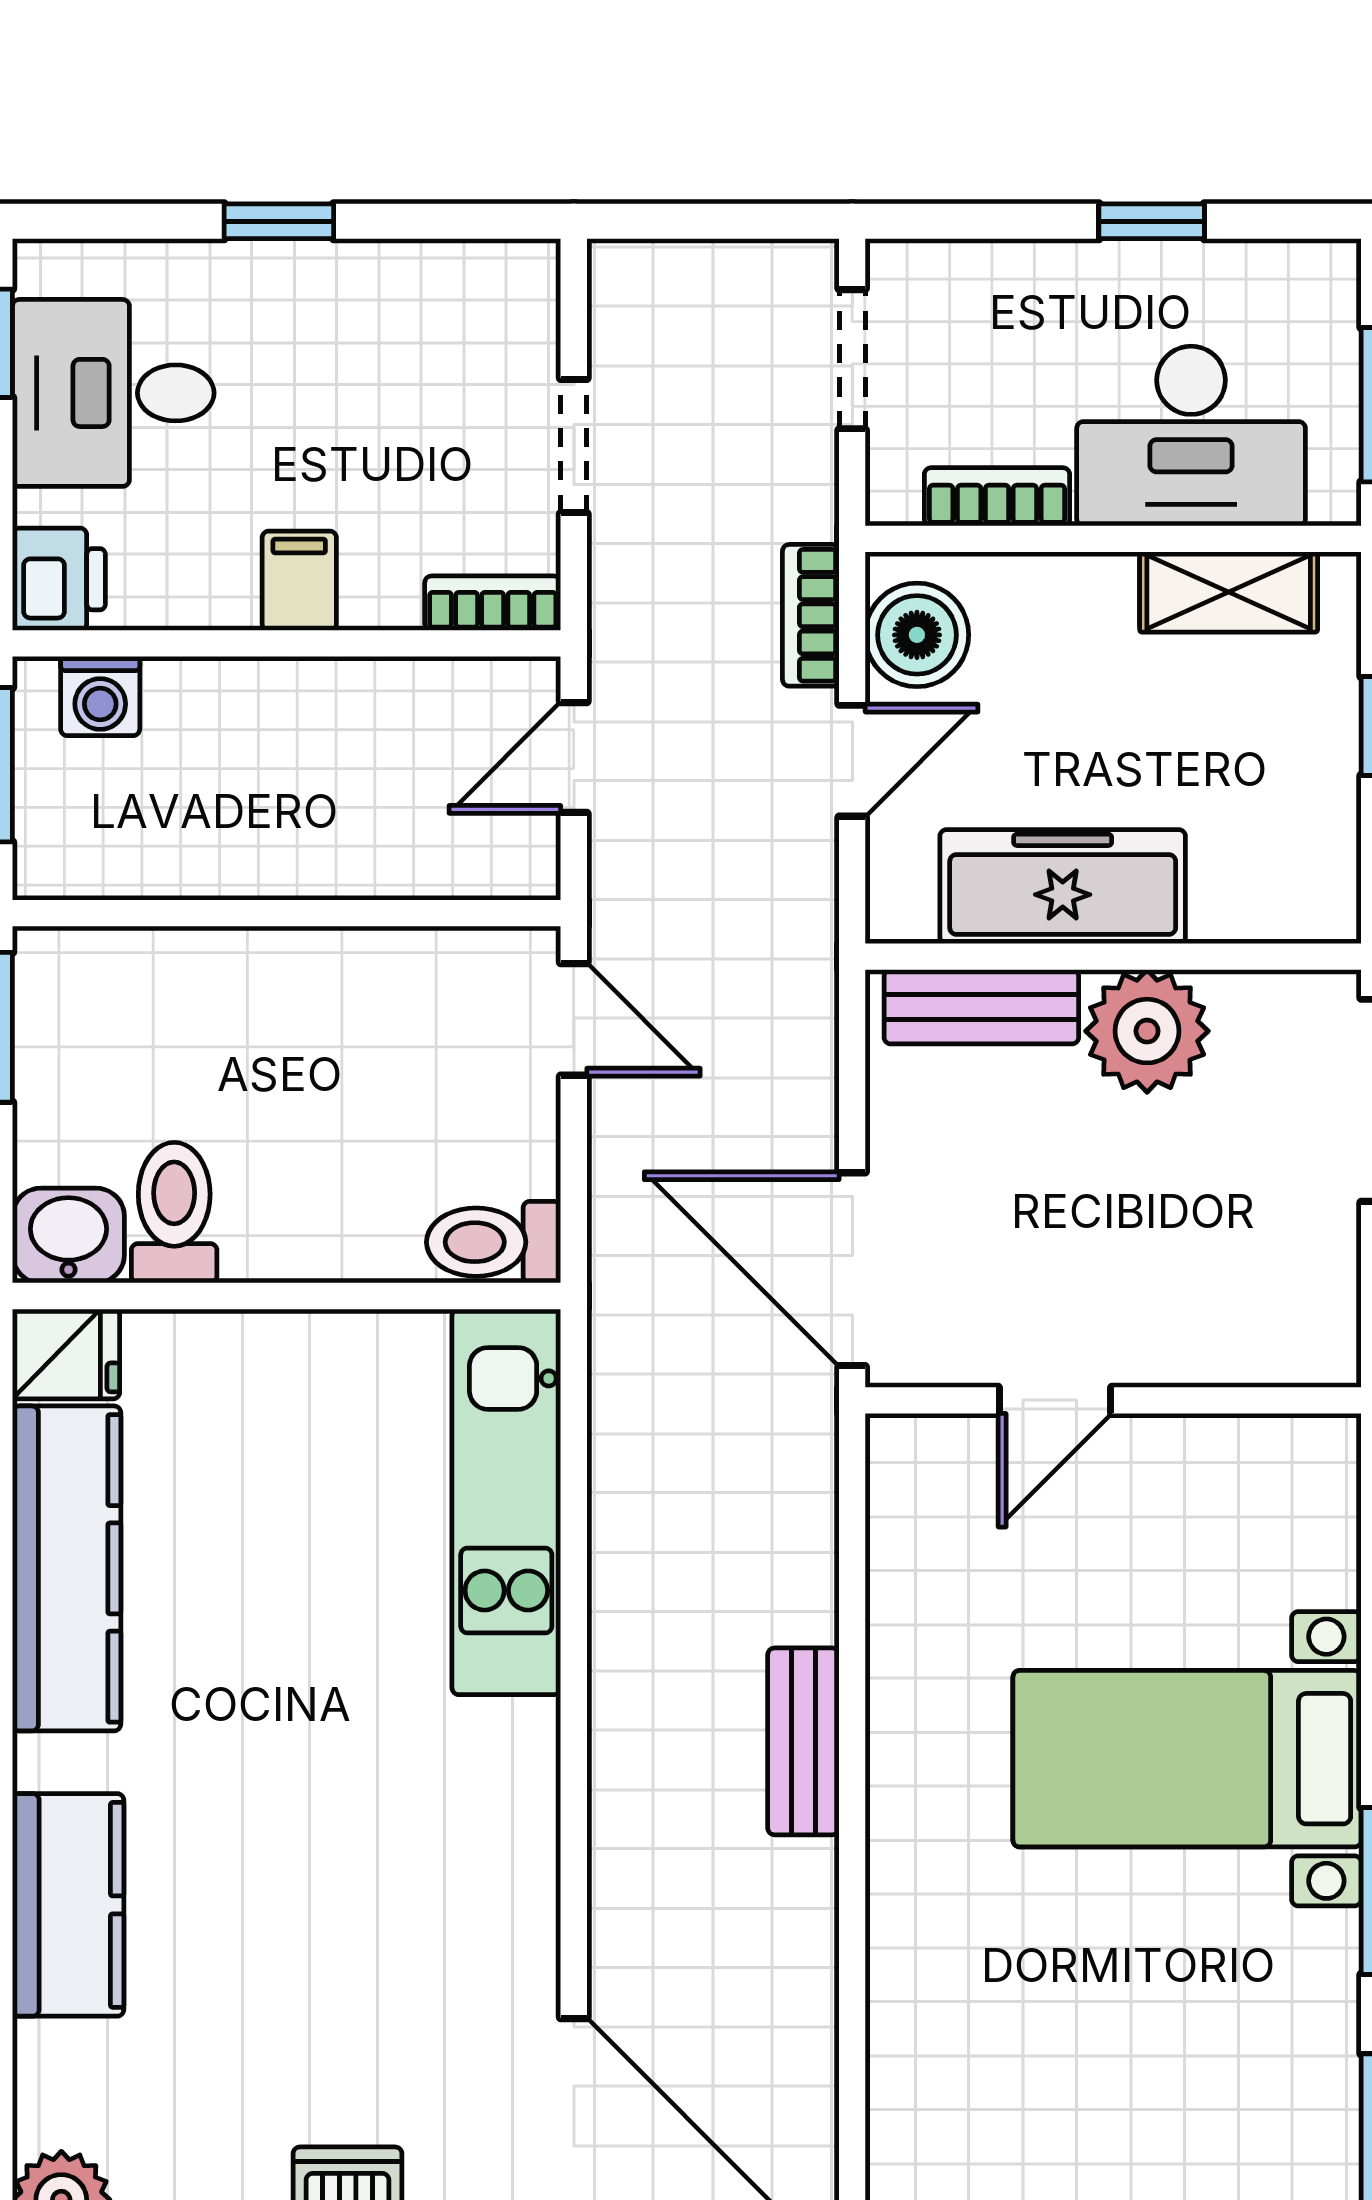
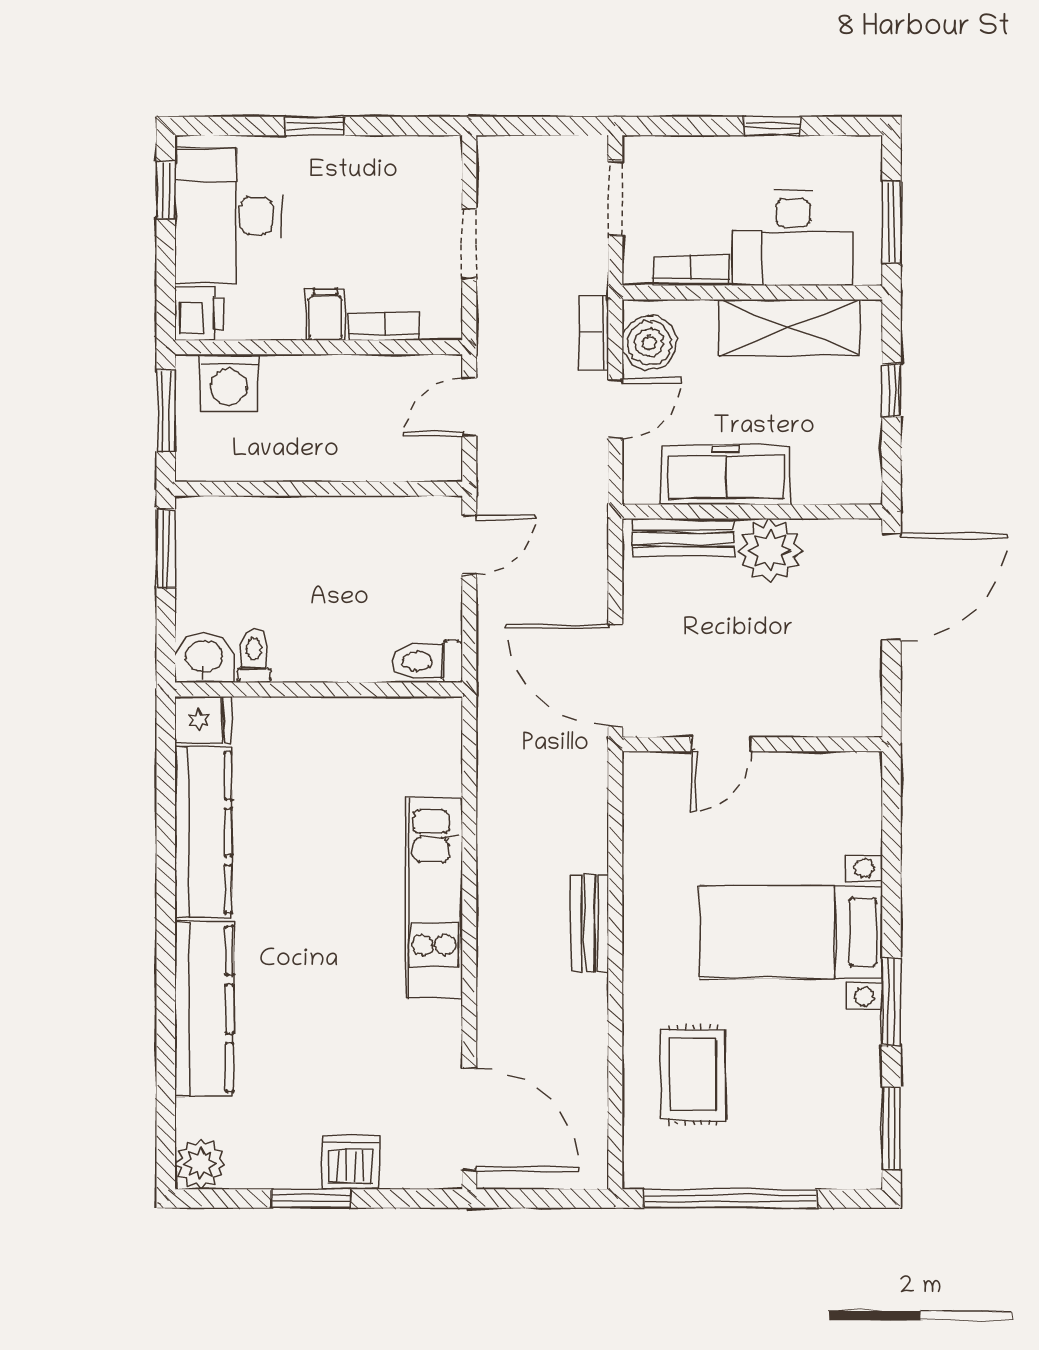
desk: (113, 393) -> (228, 216), width x1.37
shelving: (1229, 592) -> (789, 327), width x1.50, depth x1.33
bookcase: (493, 603) -> (384, 326), moved
washing machine: (100, 696) -> (229, 383), width x1.38, depth x1.38
door: (574, 1019) -> (469, 544), hinge flipped
toilet: (174, 1213) -> (254, 656), width x0.73, depth x0.72
kitchen unit: (506, 1502) -> (434, 898), moved
kitchen counter: (68, 1905) -> (204, 1009), width x1.50
rug: (1000, 2030) -> (693, 1075), added

